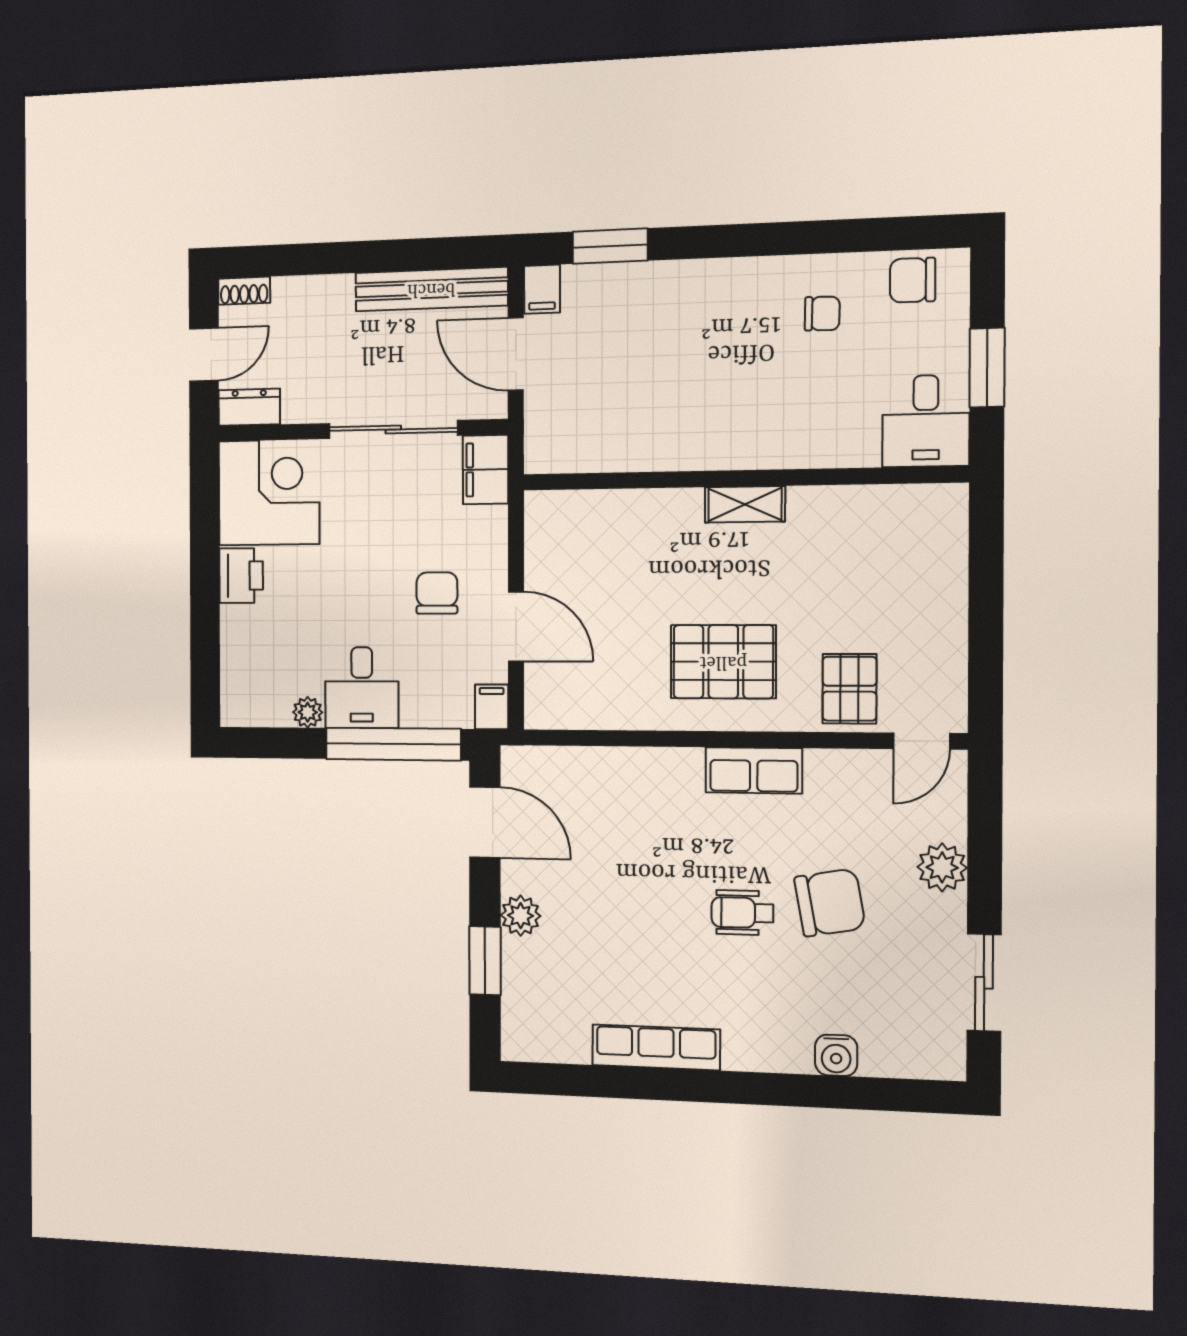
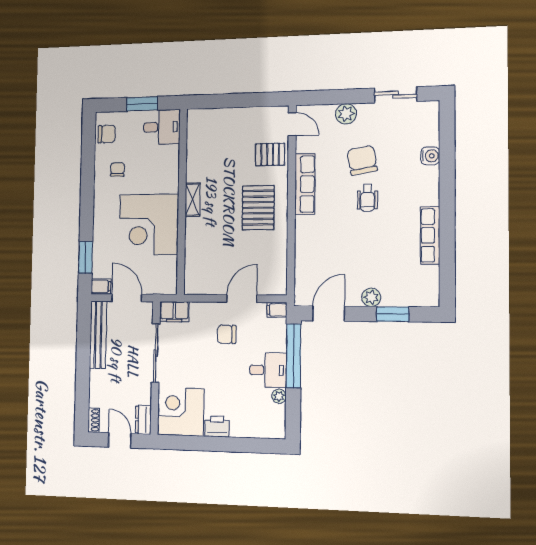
chair: (913, 280) -> (107, 134), turned -90
door: (516, 354) -> (127, 298), swing flipped
corner desk: (687, 399) -> (149, 225), added
row of seats: (754, 770) -> (305, 184), width x1.48

